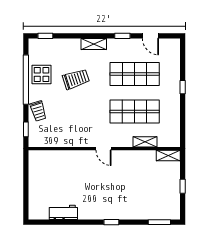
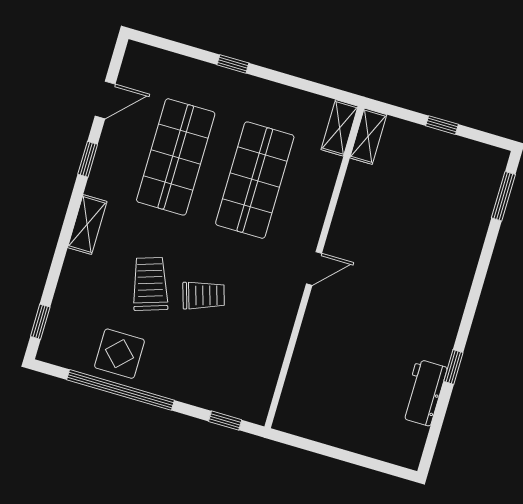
trolley: (38, 111) -> (204, 295), moved
shelving: (145, 142) -> (339, 128), moved
window: (111, 222) -> (453, 367), moved

